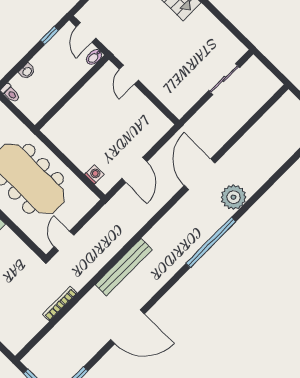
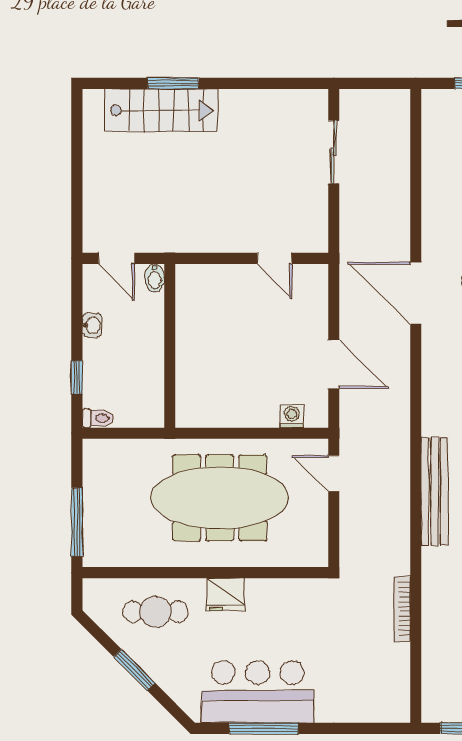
window: (49, 35) -> (77, 377), moved
washbasin: (27, 71) -> (92, 325), moved
door: (129, 75) -> (275, 258), moved
door: (64, 241) -> (334, 474), moved

